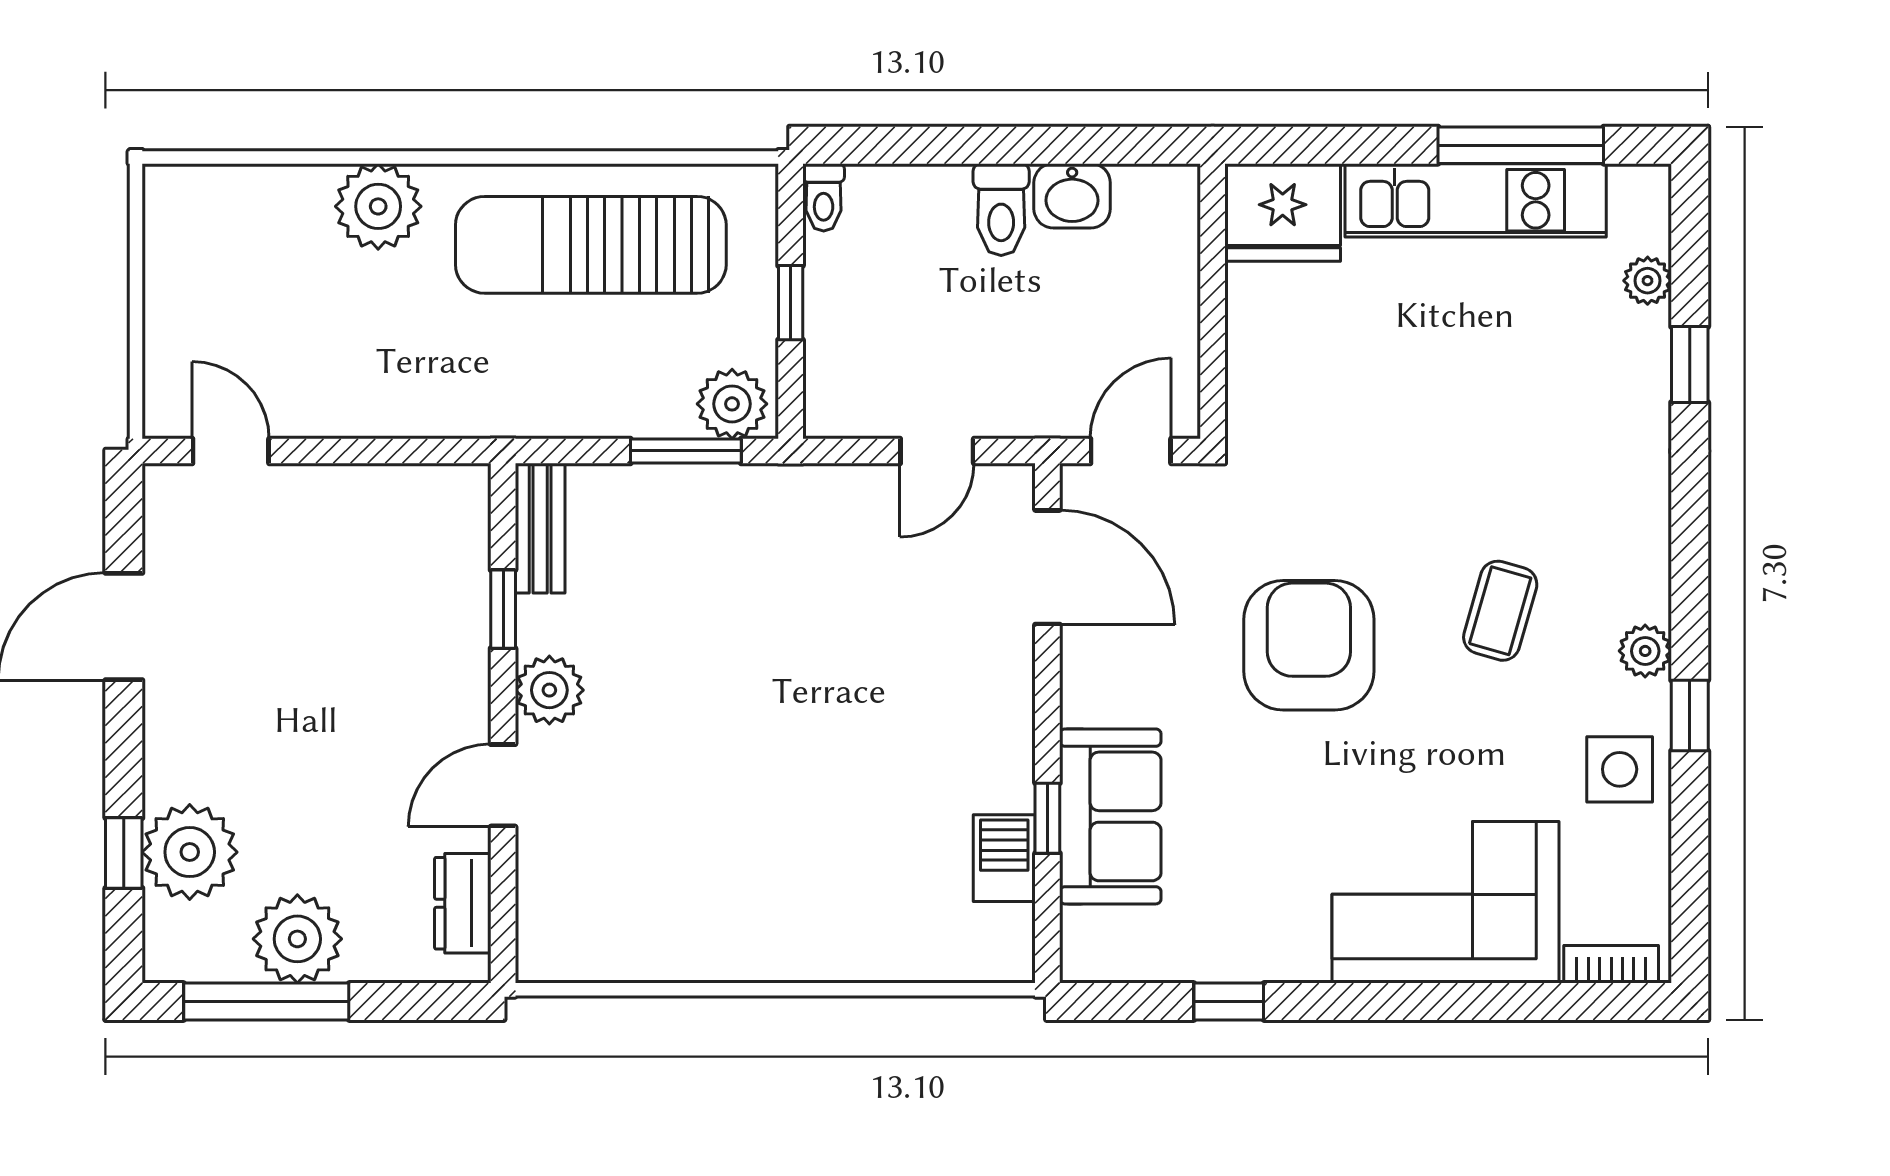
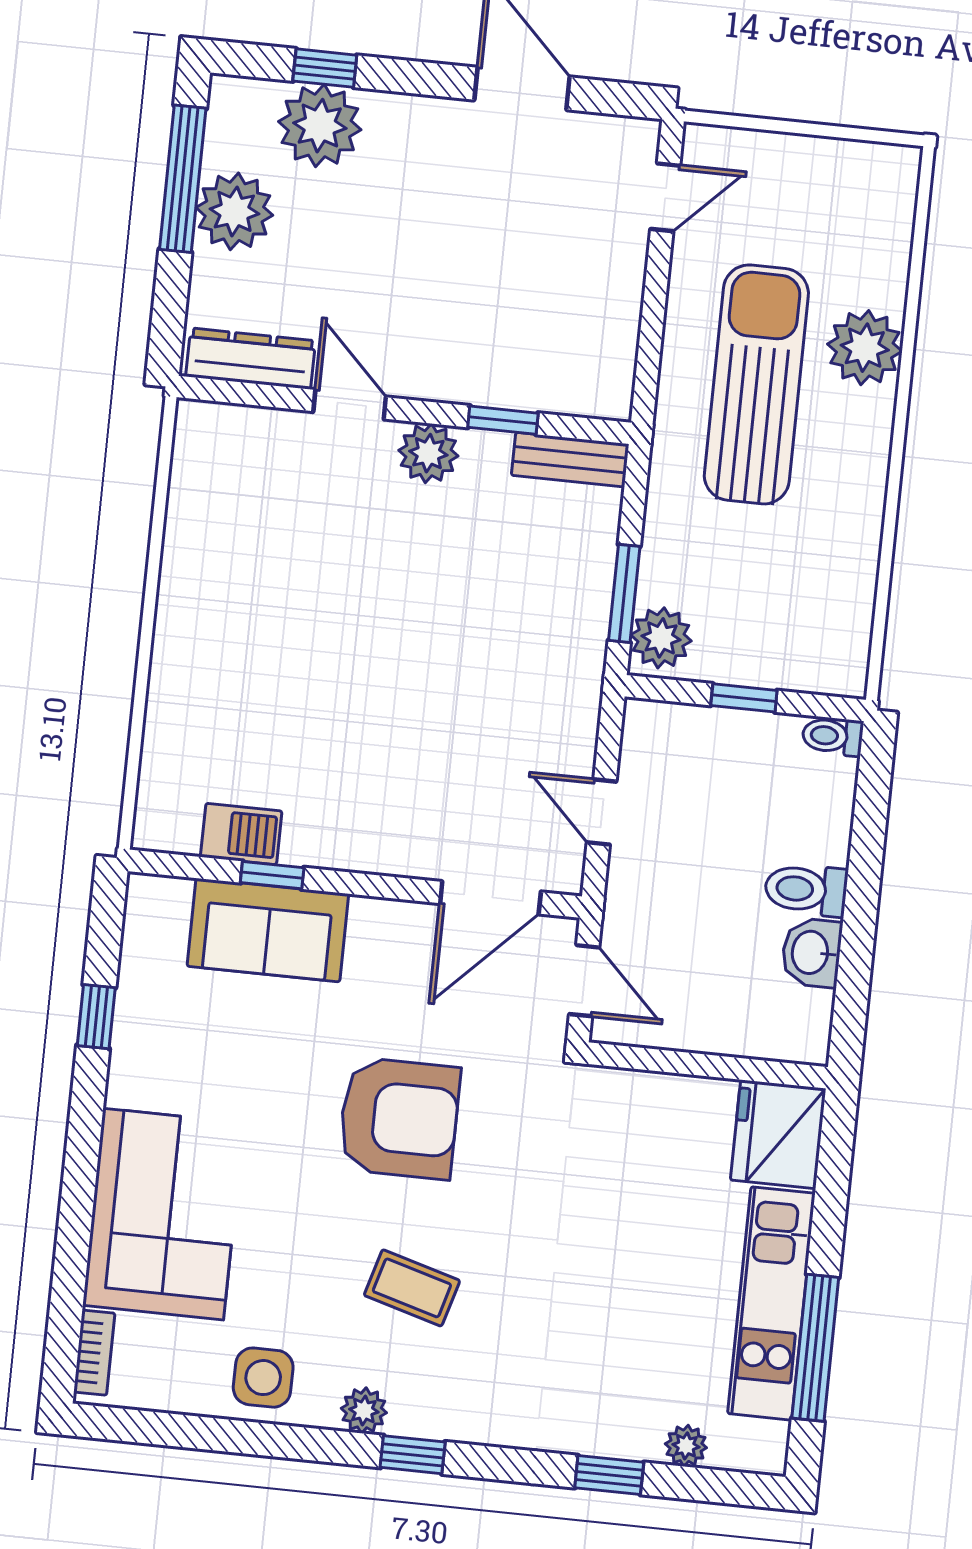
sun lounger: (591, 245) -> (756, 384), moved
window: (1690, 716) -> (413, 1455), moved
dresser: (463, 903) -> (251, 359), width x1.44

